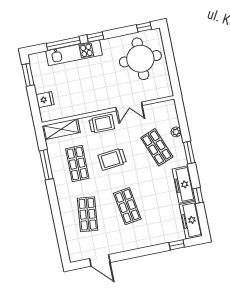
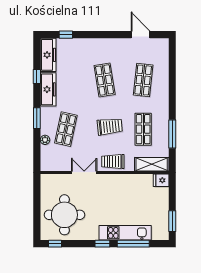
fridge: (45, 100) -> (161, 180), moved
shop shelf: (157, 147) -> (66, 129), turned 33

